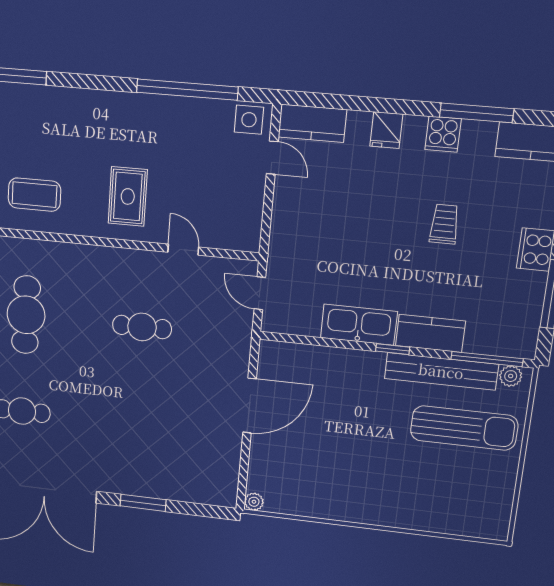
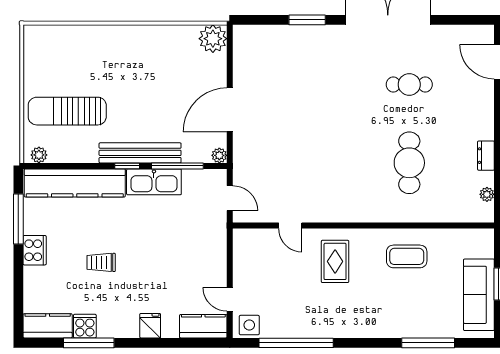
cooker: (443, 134) -> (85, 326), moved
trolley: (444, 224) -> (101, 262), turned 90
cafe table: (142, 327) -> (318, 163), removed
kitchen counter: (430, 333) -> (75, 183), width x2.08, depth x1.17
plant: (269, 350) -> (219, 155), added
window: (487, 359) -> (177, 166), moved
bench: (441, 371) -> (140, 153), moved
plant: (254, 502) -> (213, 39), width x1.88, depth x1.88

